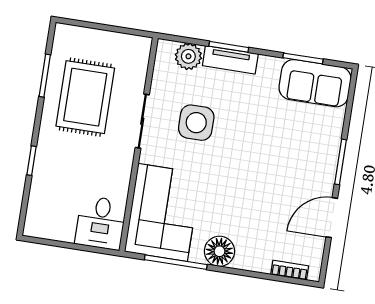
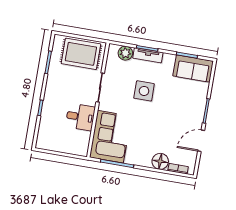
rug: (85, 97) -> (81, 54), moved, turned 90
side table: (196, 123) -> (144, 91), moved
desk: (101, 223) -> (80, 117), moved, turned -90
floor lamp: (219, 251) -> (160, 161), moved

